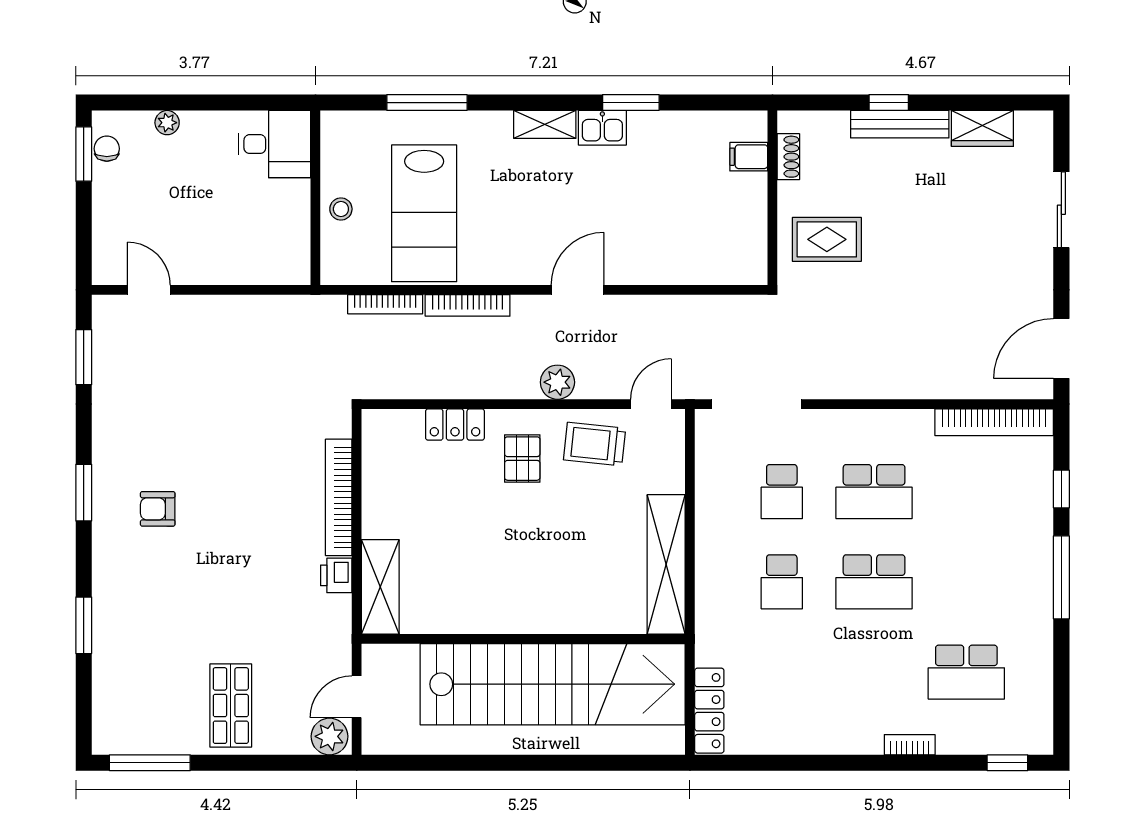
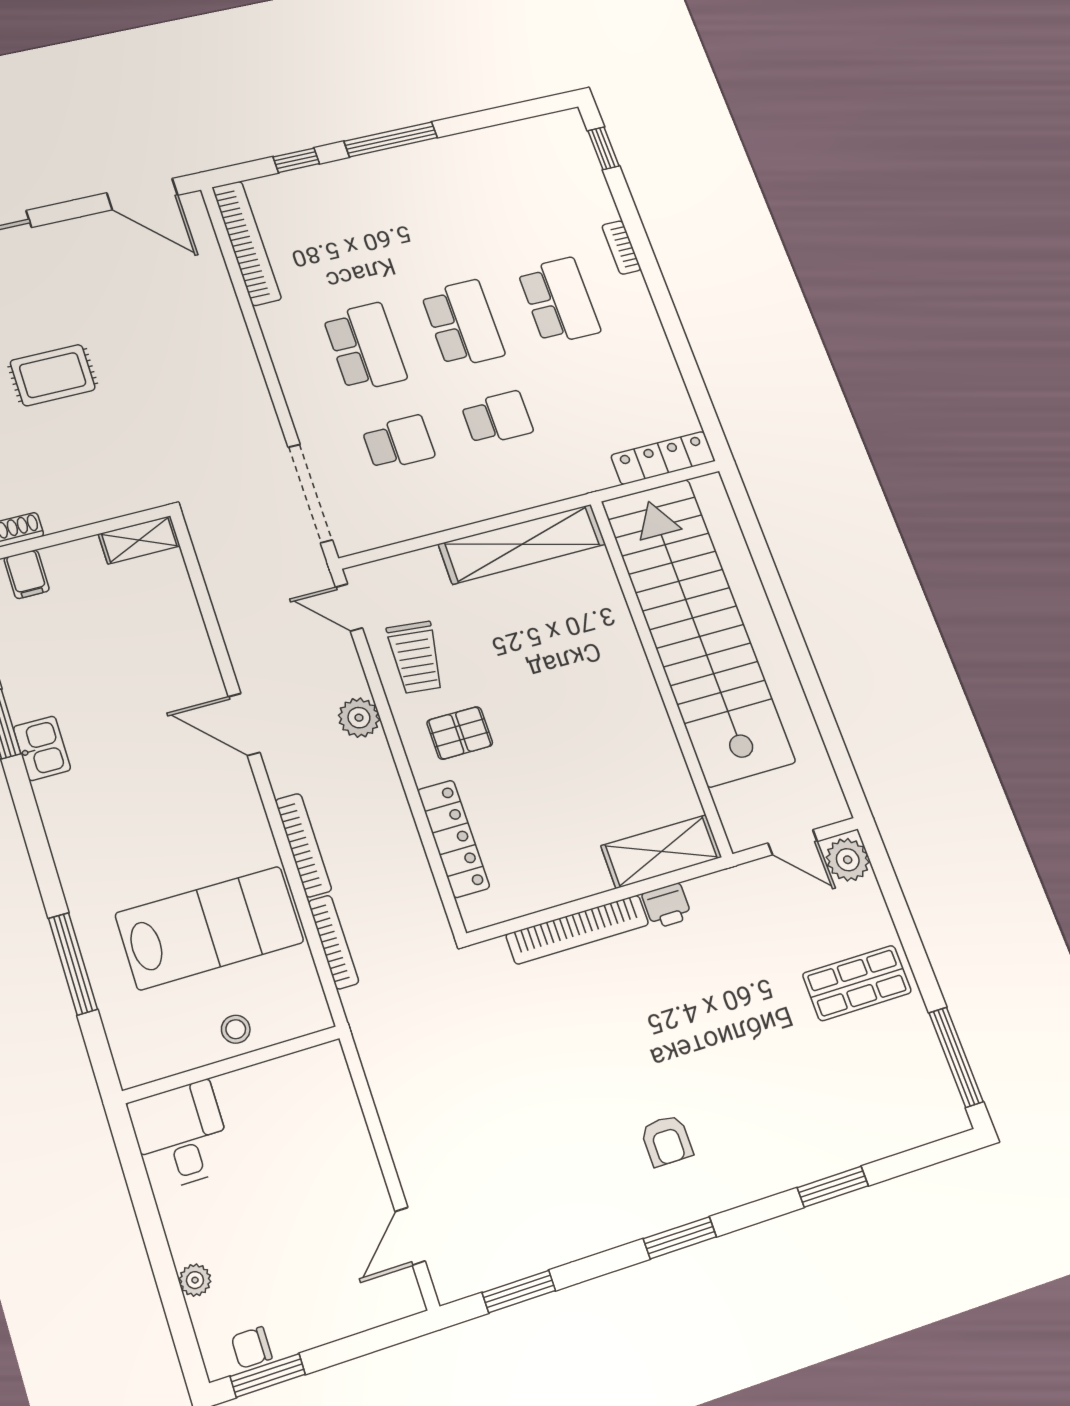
shelving: (545, 124) -> (139, 540), moved, turned 90
rug: (827, 239) -> (53, 375), moved, turned 90
locker: (455, 425) -> (454, 839), width x1.53
school desk: (966, 672) -> (559, 301), moved

